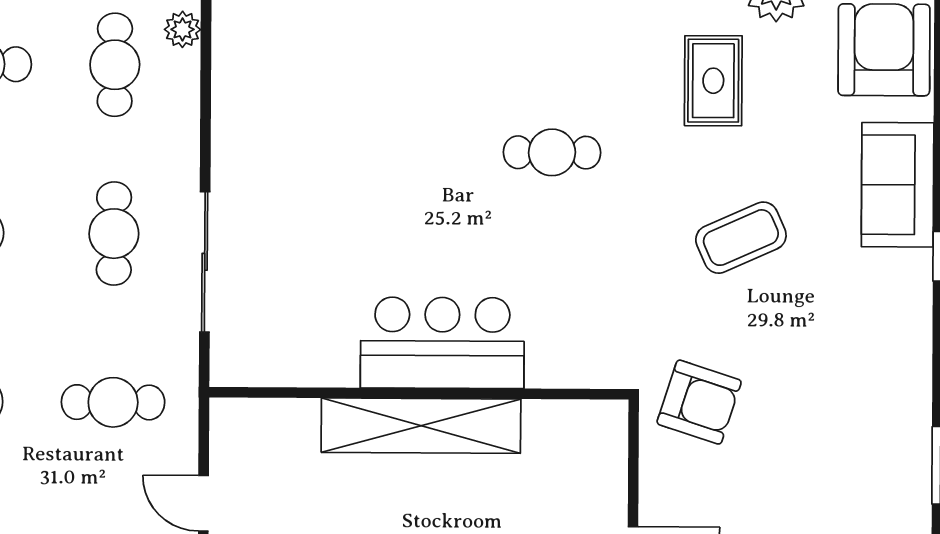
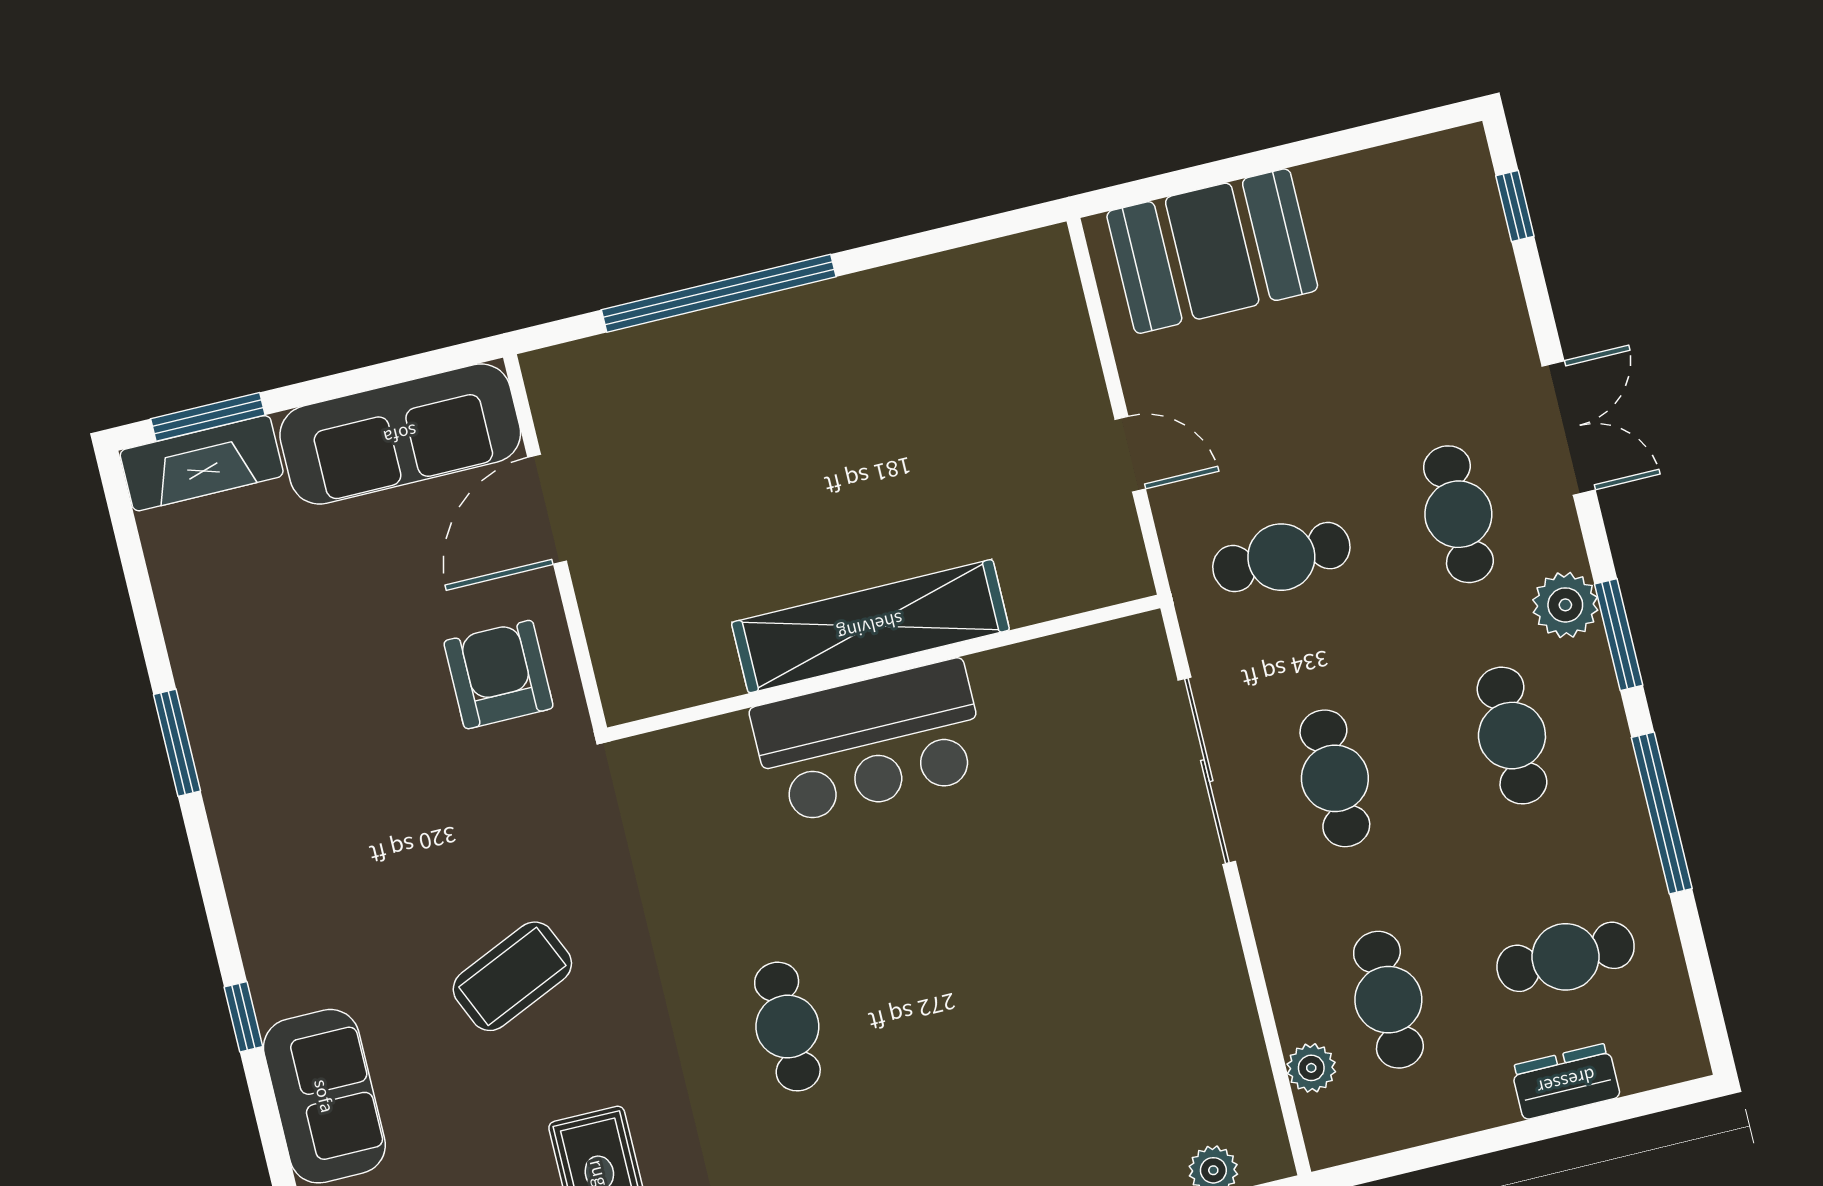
cafe table: (552, 152) -> (787, 1027), turned 90
armchair: (699, 402) -> (498, 675), moved, turned 72

